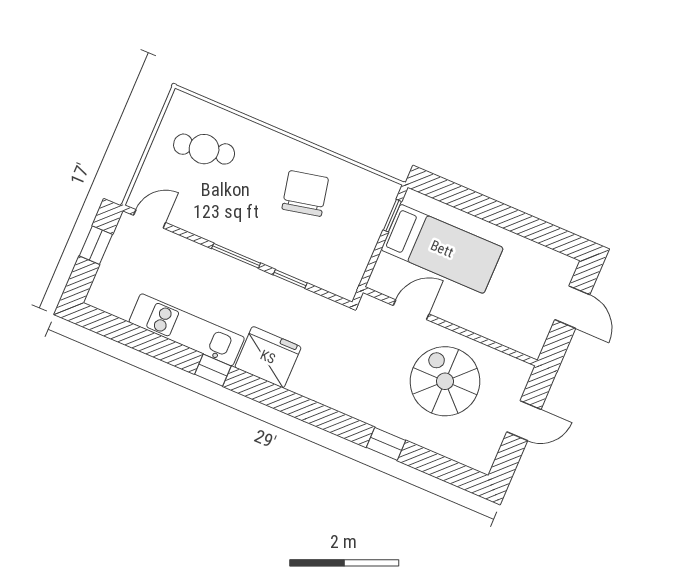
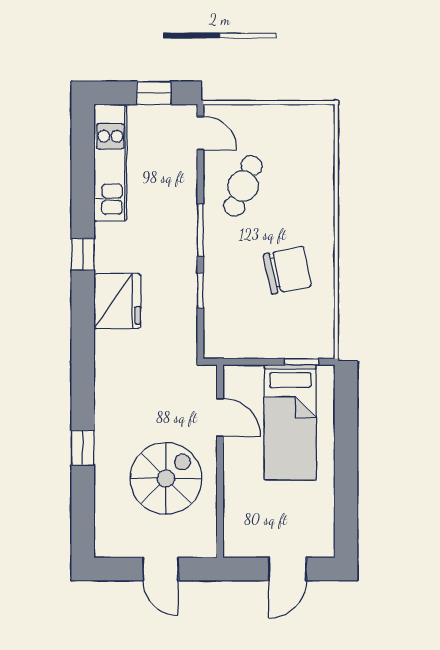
cafe table: (204, 149) -> (243, 186), moved, turned 33
kitchen unit: (187, 330) -> (110, 163), moved

